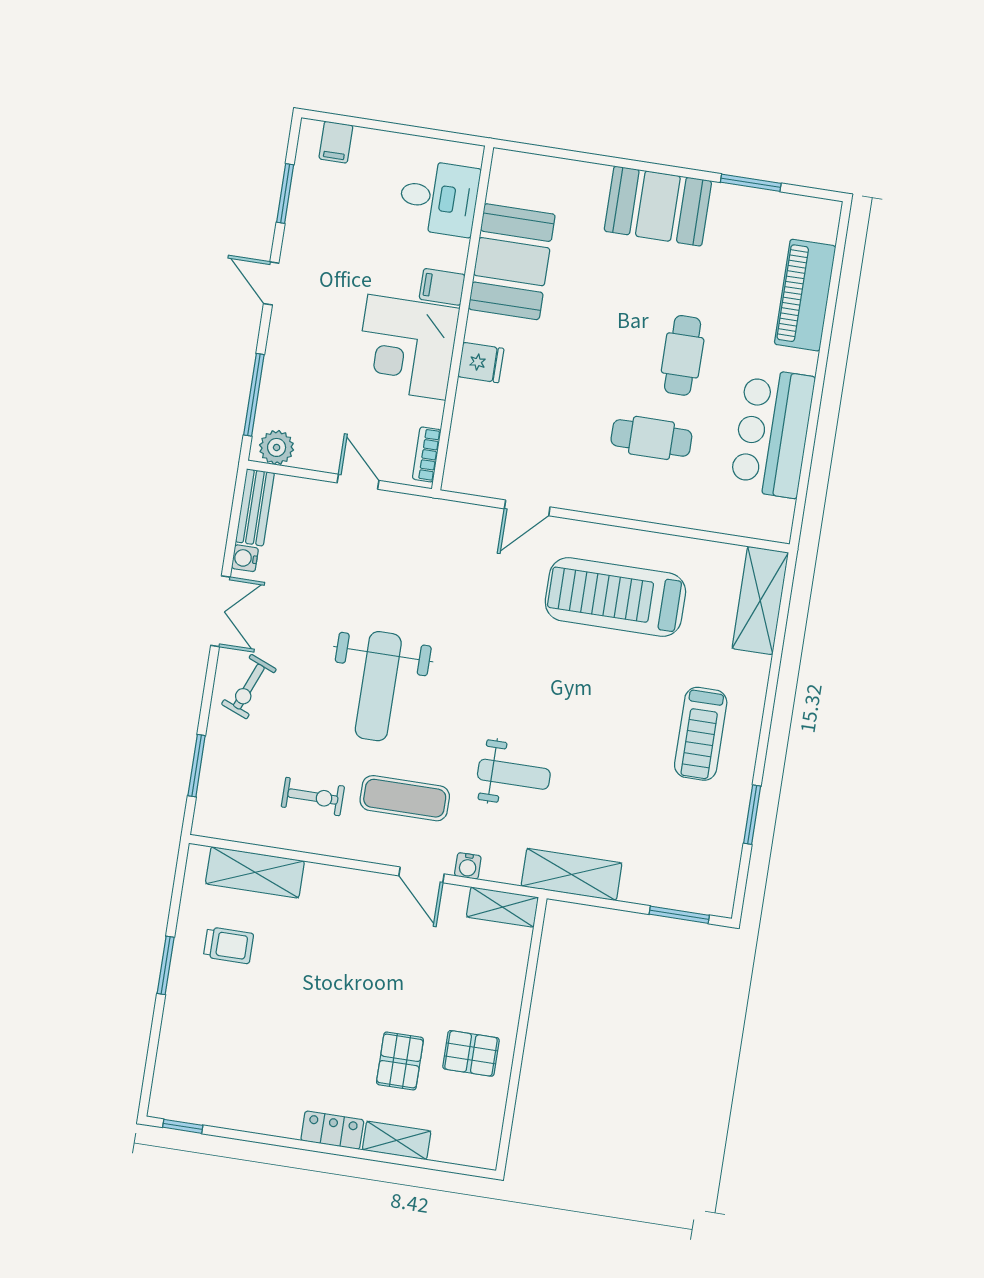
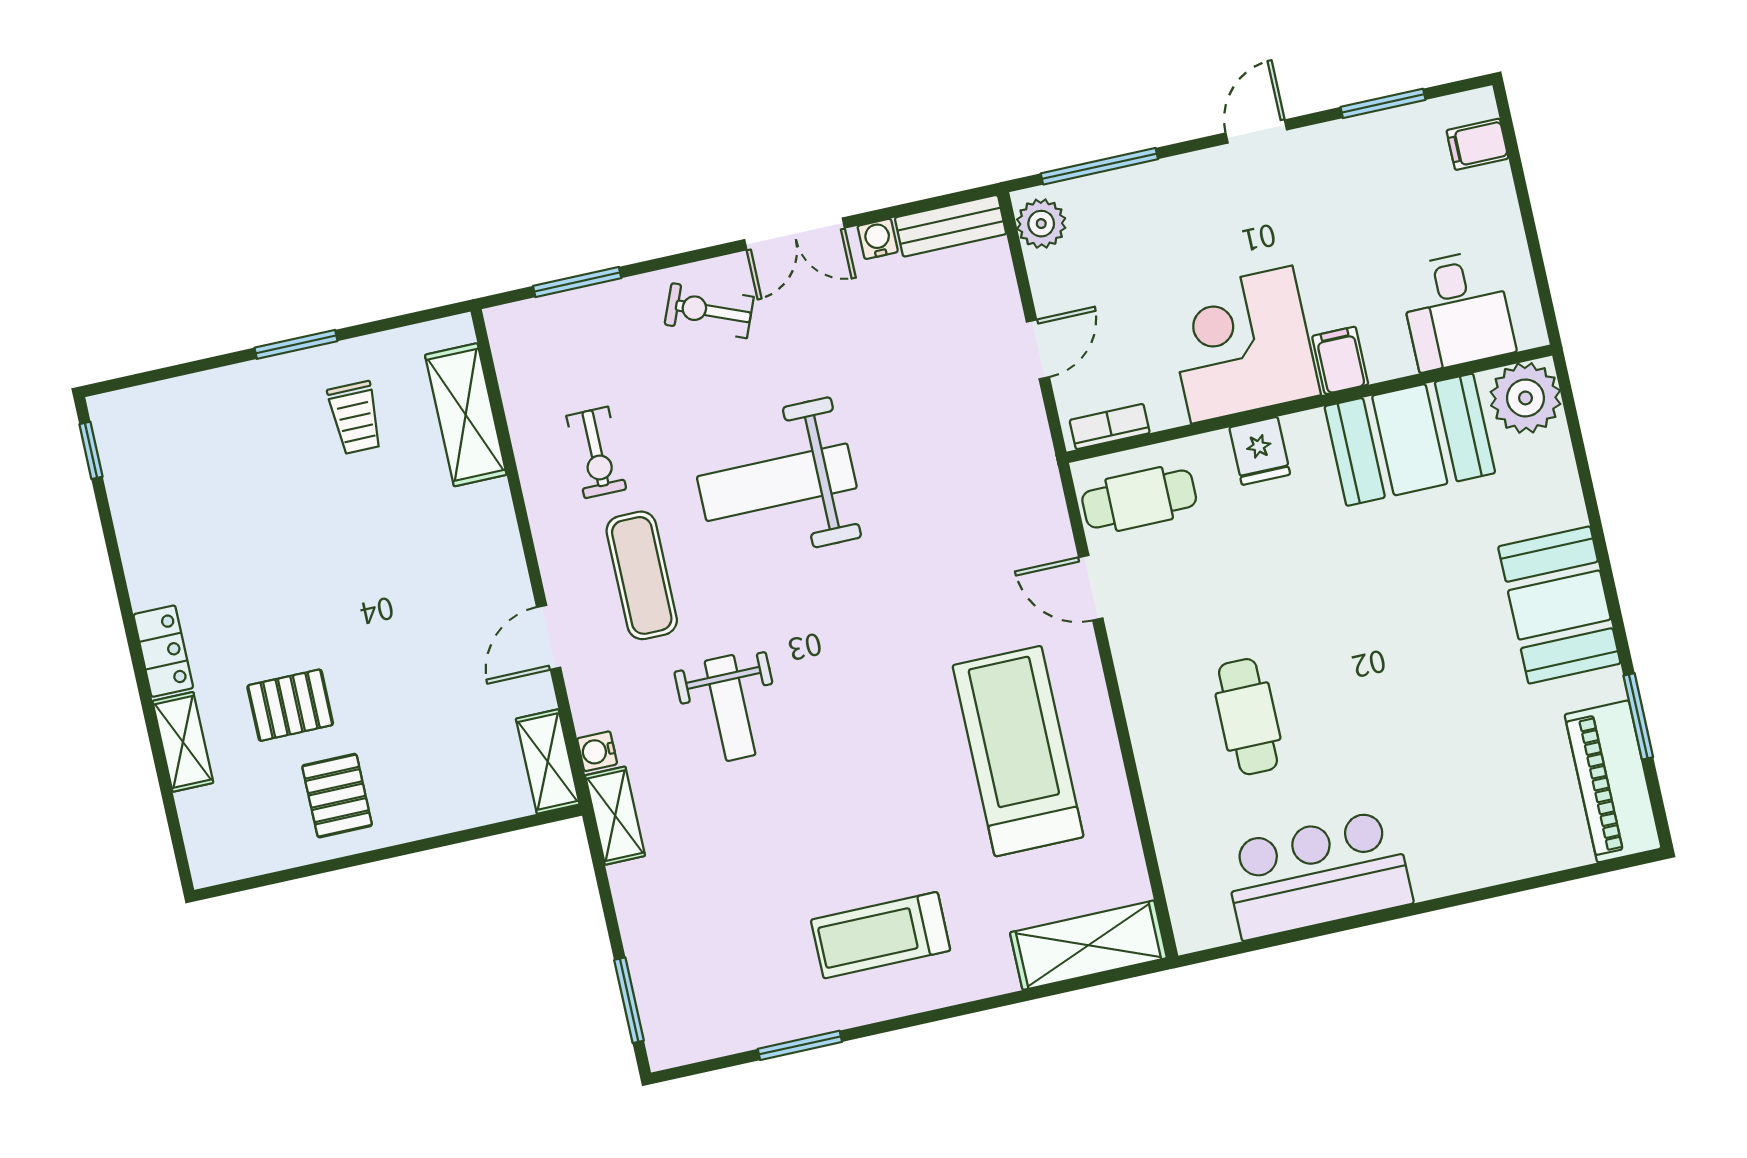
plant: (514, 175) -> (1525, 398), added
piano: (805, 295) -> (1613, 781), moved, turned -90
cafe table: (683, 355) -> (1139, 499), moved
water cooler: (468, 866) -> (597, 751), moved
shelving: (572, 874) -> (615, 816), width x0.67, depth x0.75

